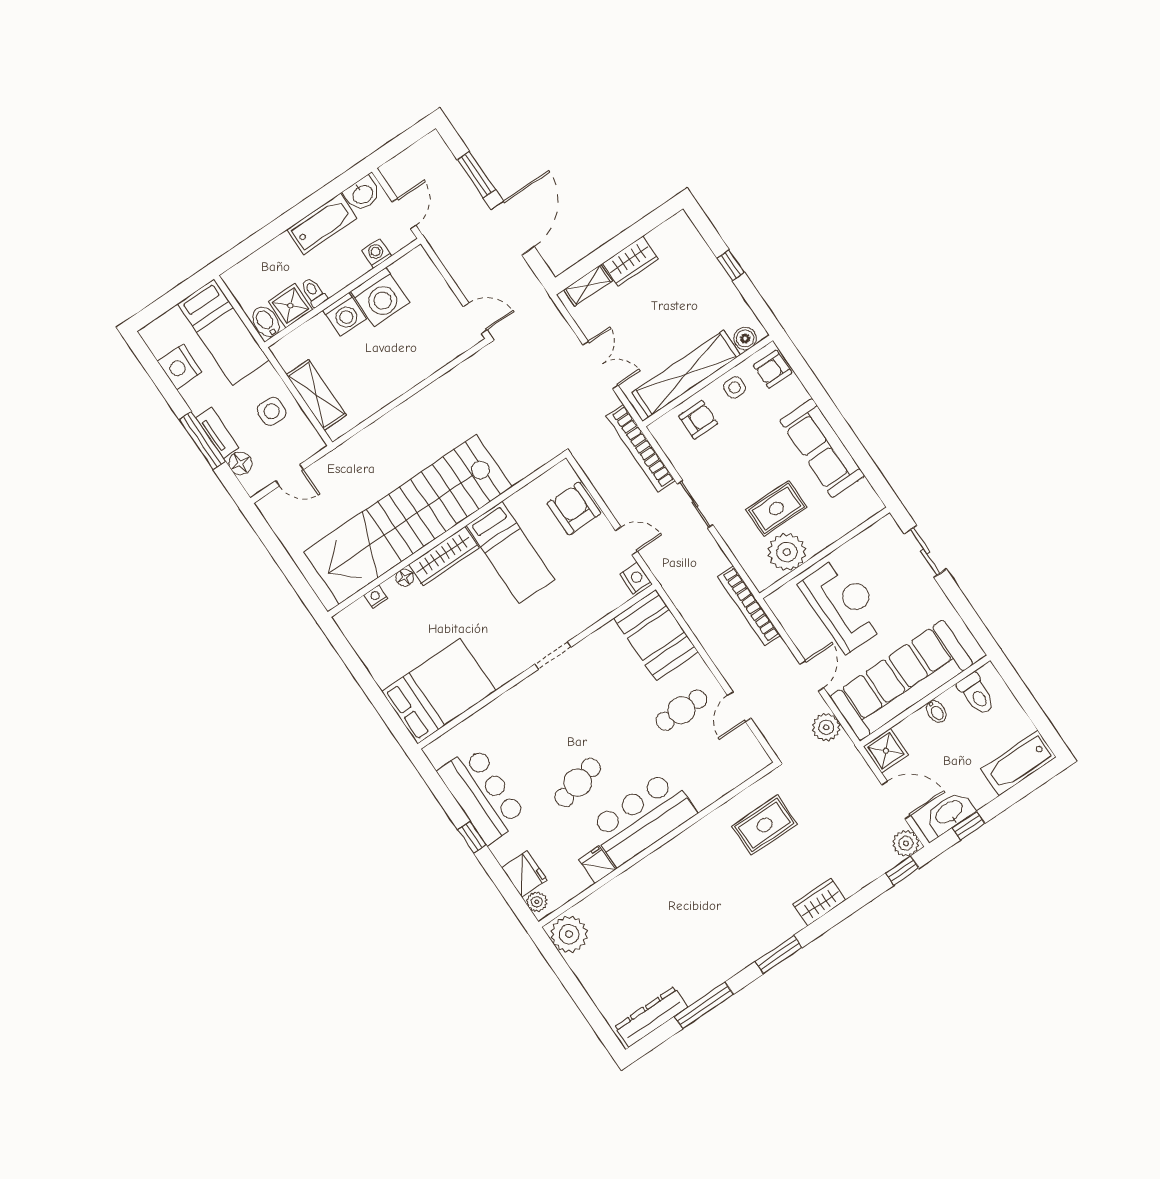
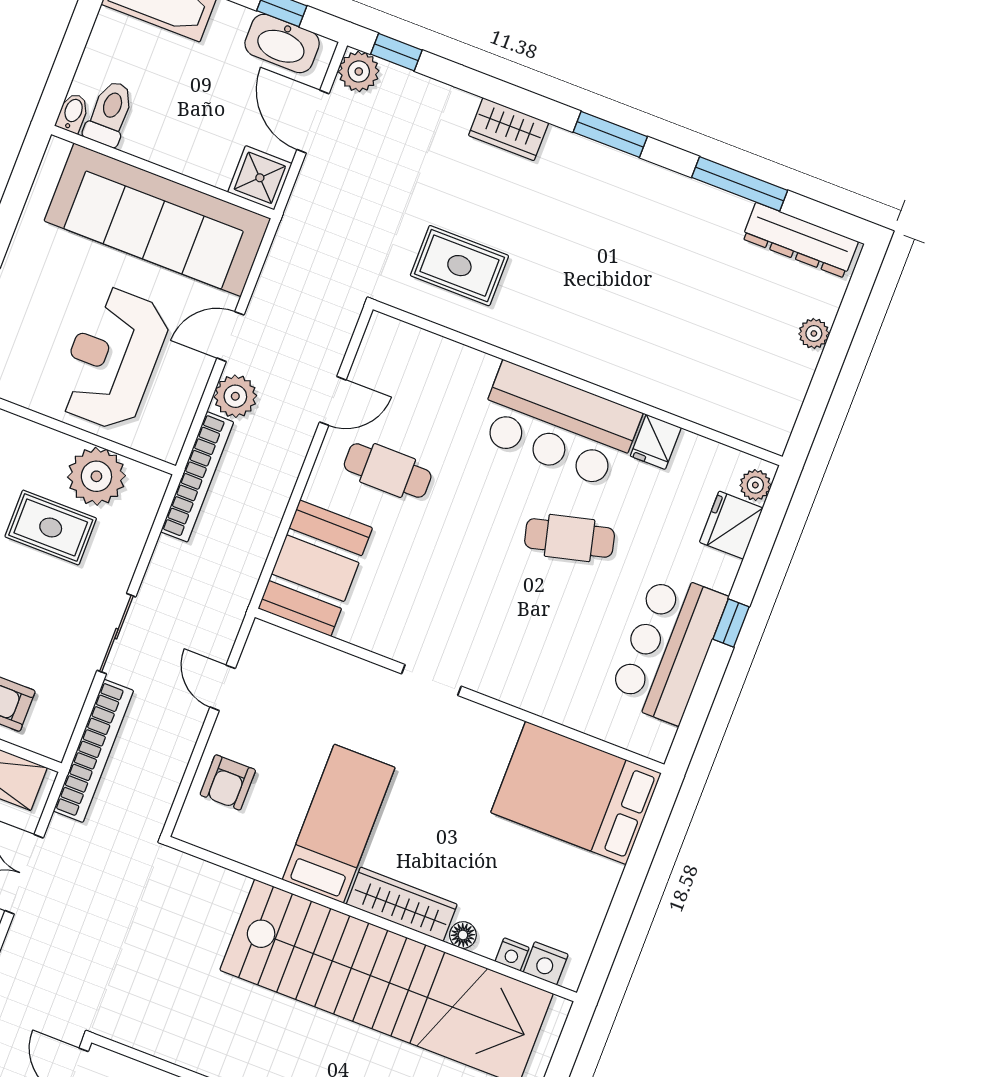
armchair: (574, 508) -> (228, 782), width x0.72, depth x0.72
nightstand: (635, 578) -> (546, 963), moved, turned -90
bidet: (936, 711) -> (73, 113), moved
plant: (826, 727) -> (235, 396), moved
plant: (569, 934) -> (814, 333), moved, width x0.53, depth x0.53

